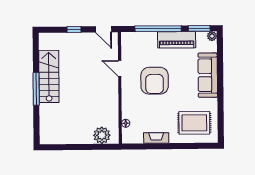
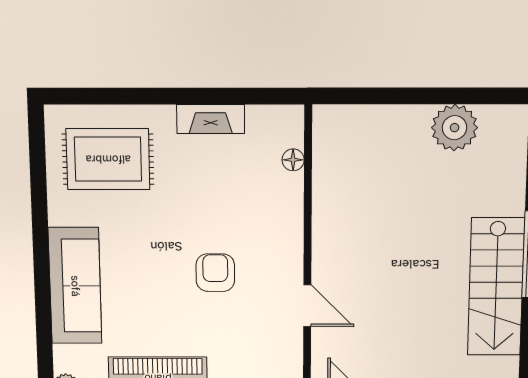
armchair: (155, 81) -> (215, 273), width x0.53, depth x0.53
plant: (102, 135) -> (455, 128), moved

